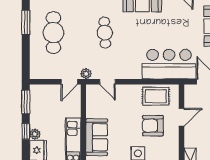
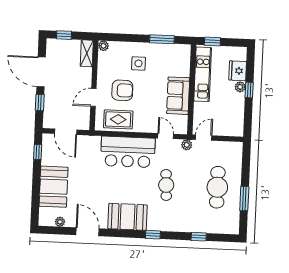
bar counter: (169, 64) -> (128, 152), moved
window: (26, 102) -> (248, 119), removed
sofa: (97, 137) -> (178, 96), moved

